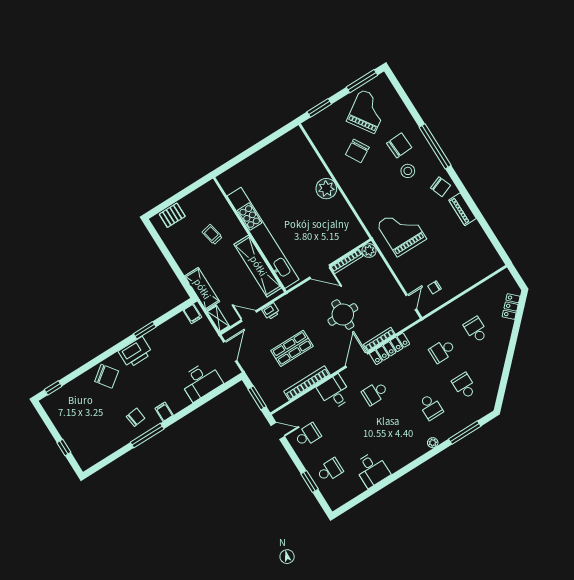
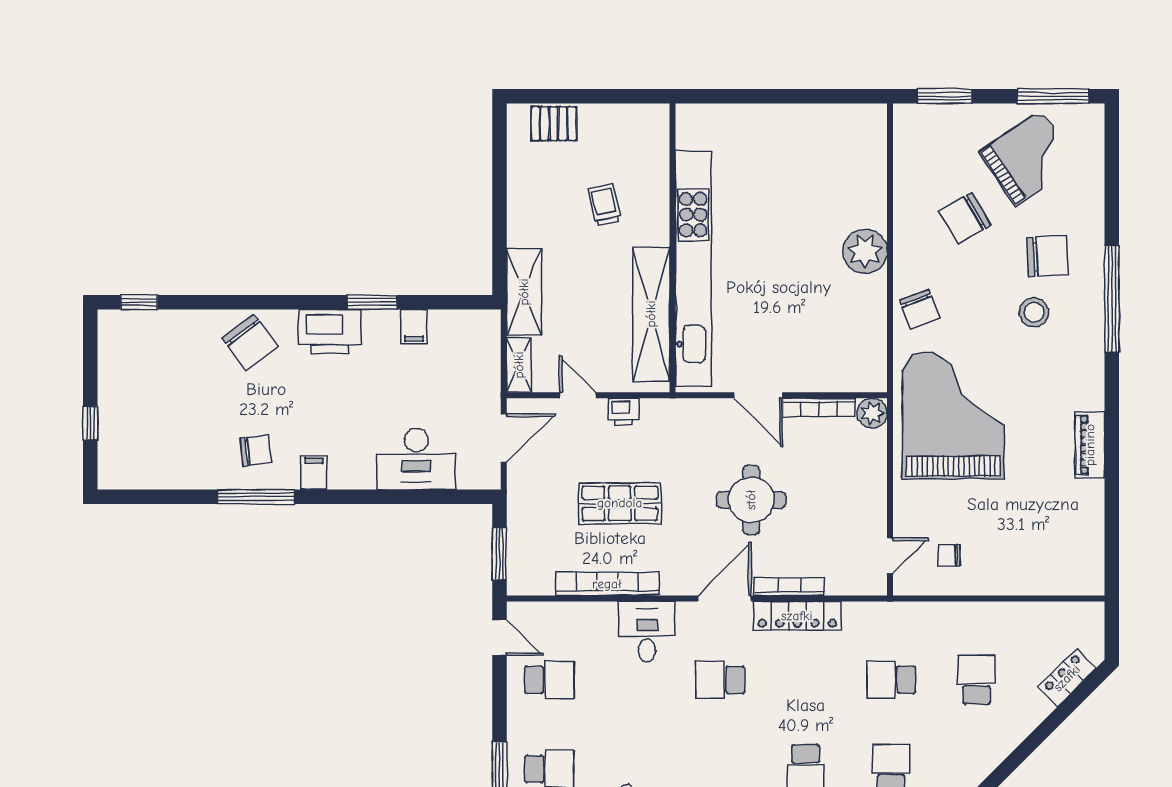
chair: (441, 187) -> (920, 309), moved
grand piano: (401, 231) -> (953, 415), width x1.37, depth x1.48
filing cabinet: (192, 314) -> (414, 327), moved

